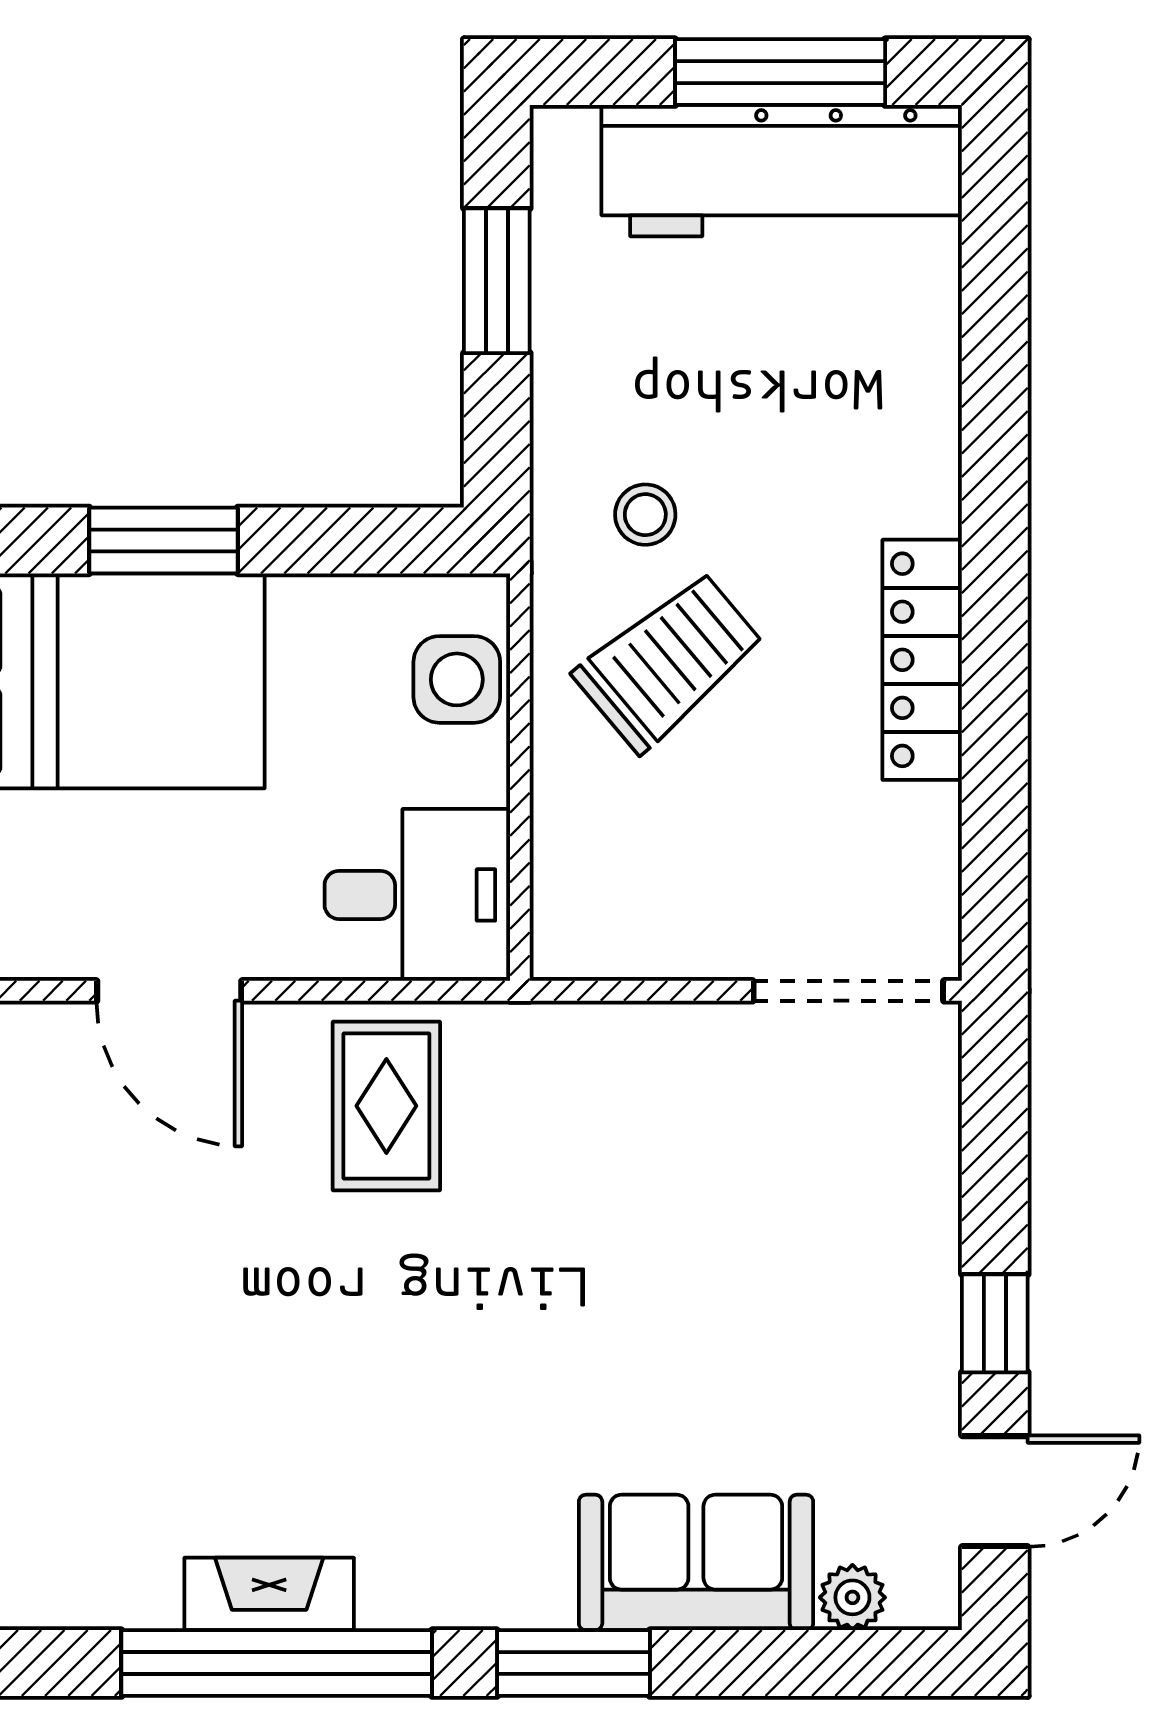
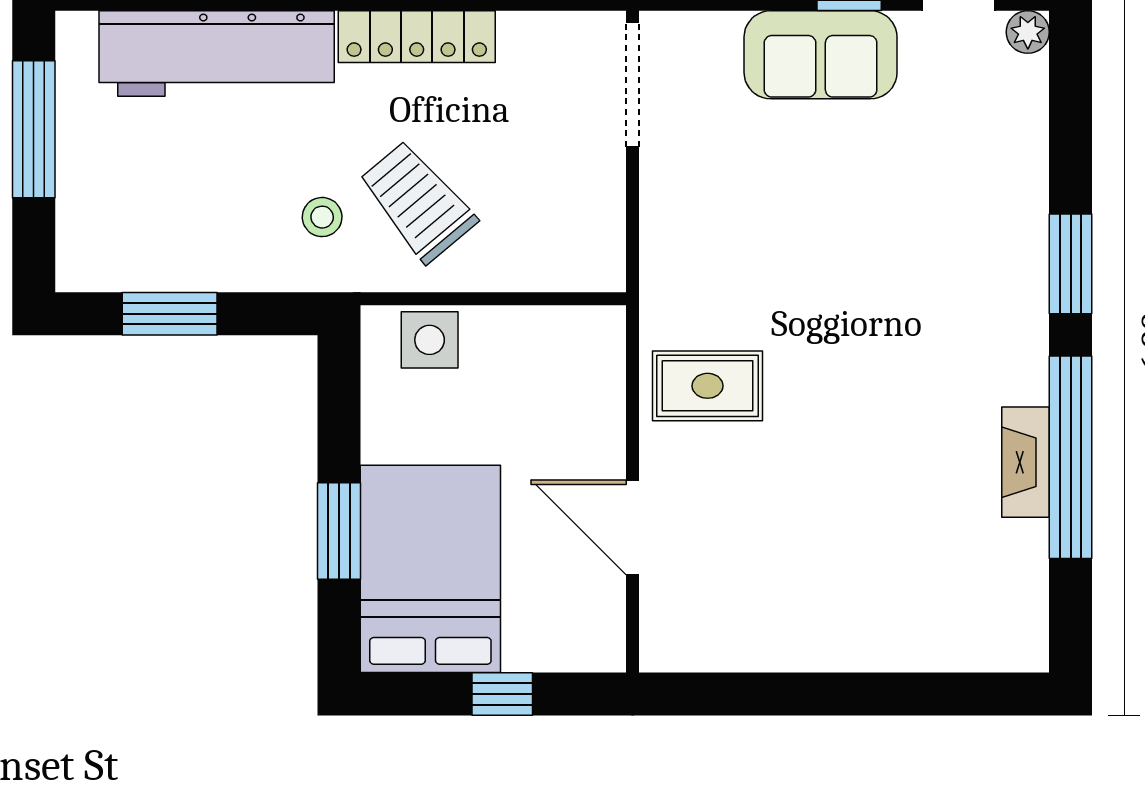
workbench: (782, 171) -> (217, 53), moved, turned 90
desk: (417, 895) -> (570, 366), removed
door: (169, 991) -> (632, 527), swing flipped
sofa: (696, 1562) -> (821, 55), moved, turned -90
plant: (852, 1597) -> (1028, 32), moved

